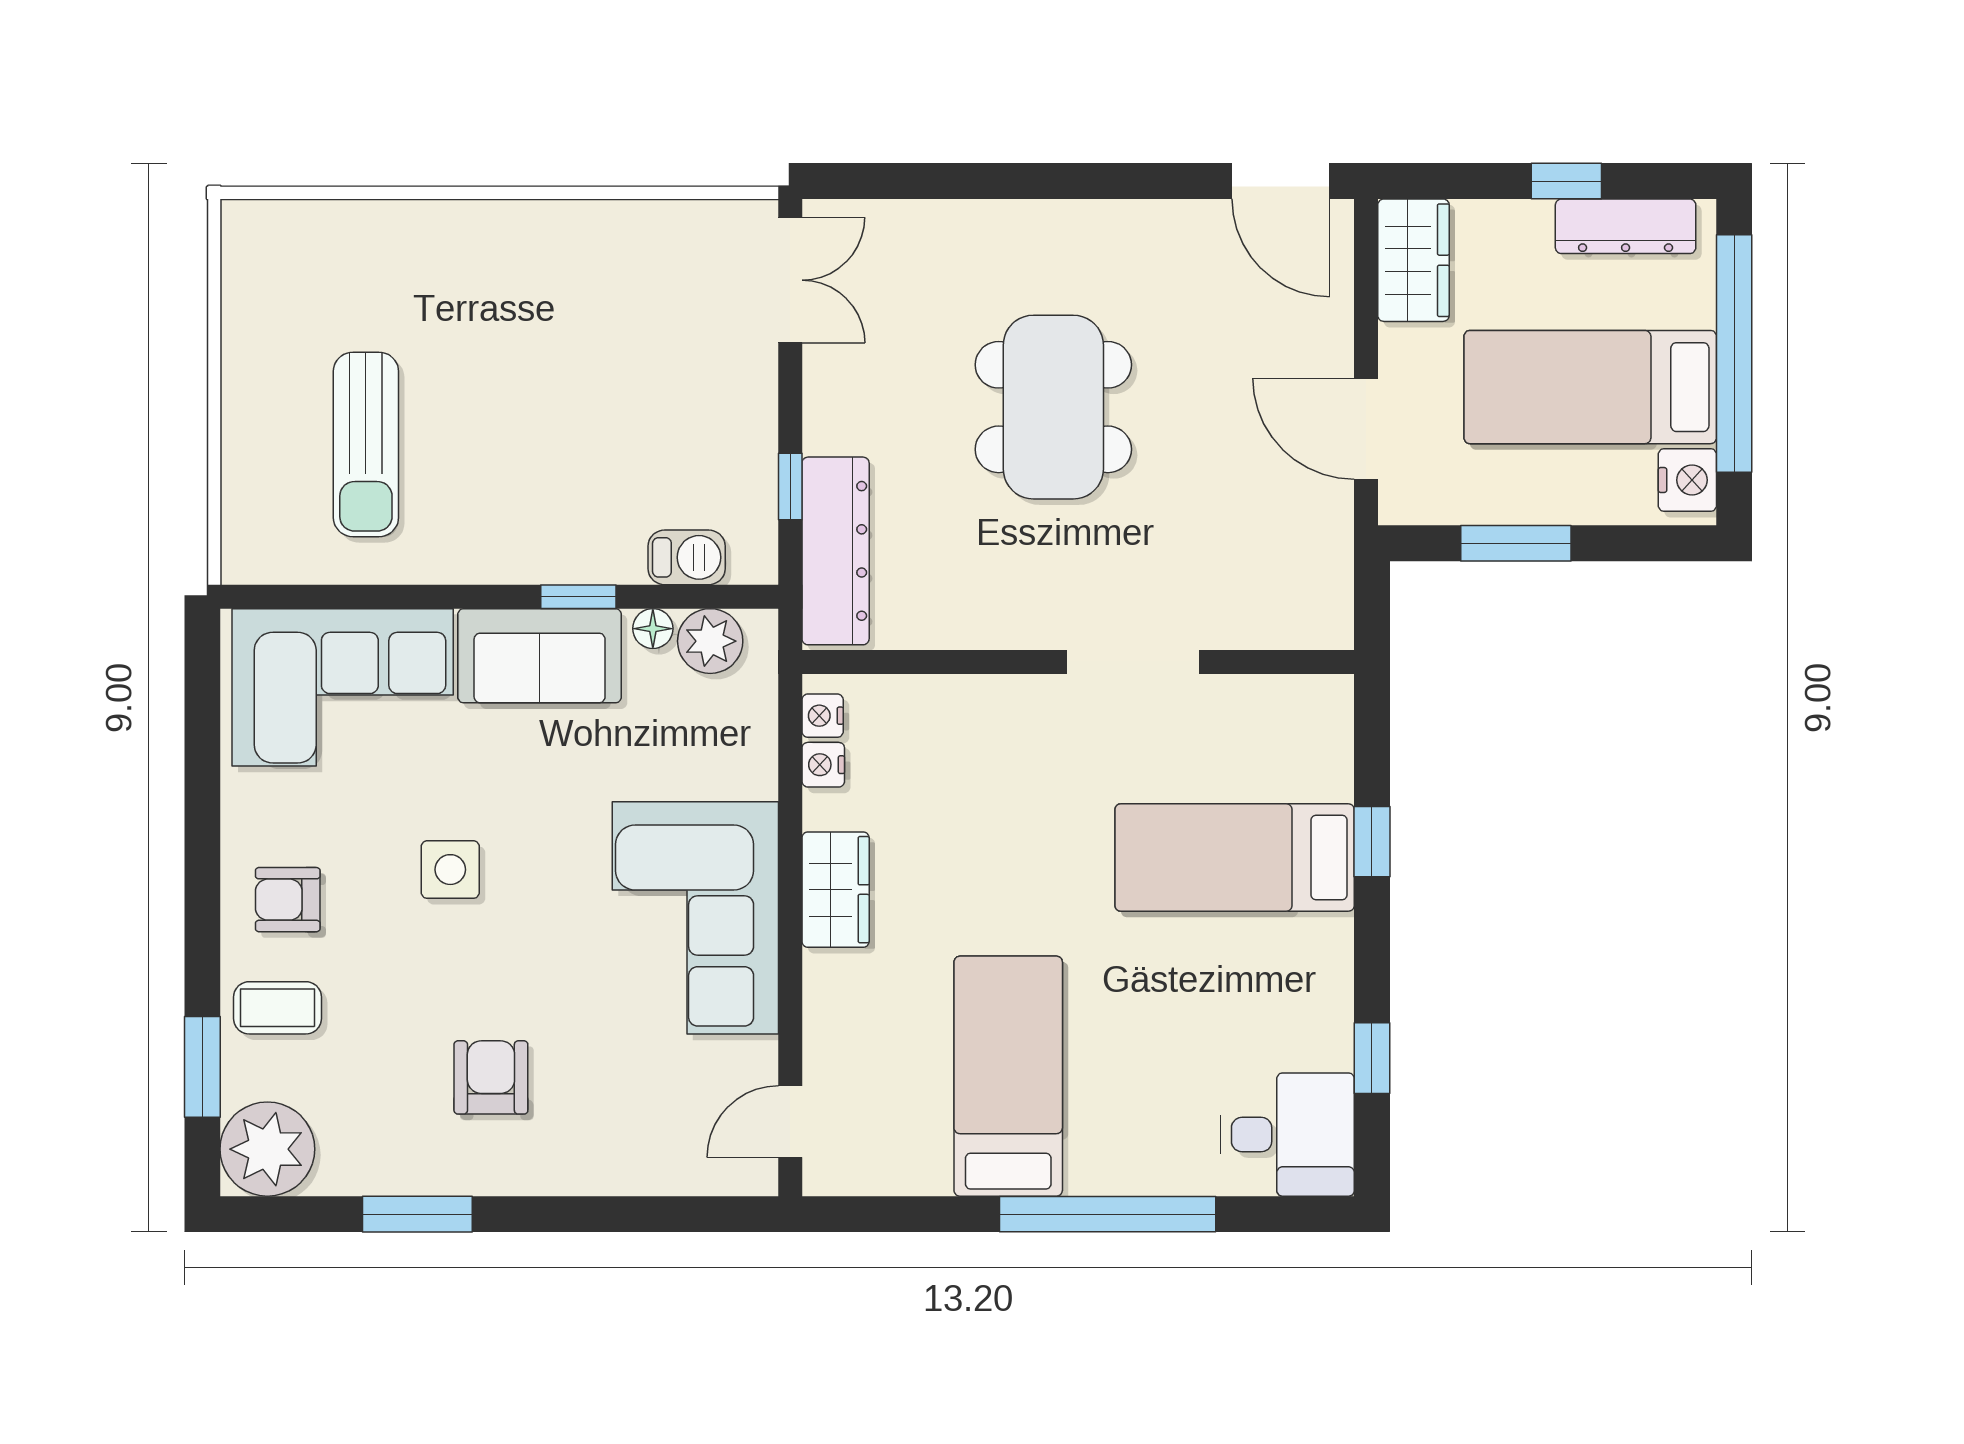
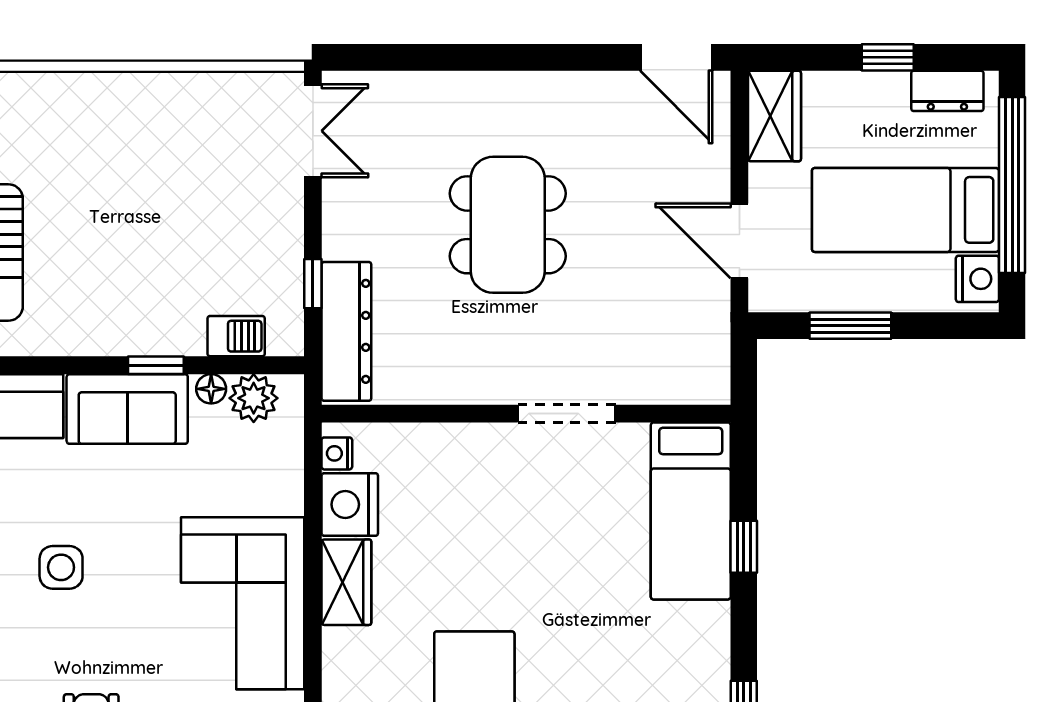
dresser: (1626, 226) -> (947, 91), width x0.70
nightstand: (823, 765) -> (350, 504), width x1.89, depth x1.79
bed: (1235, 857) -> (691, 511), moved, turned -90

